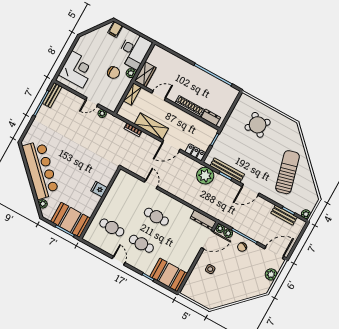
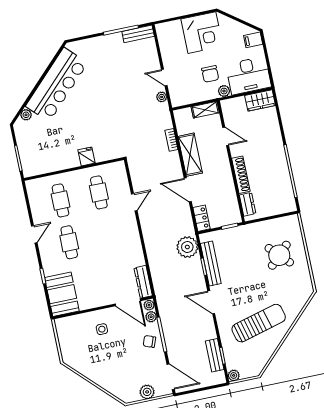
corner desk: (77, 69) -> (202, 33), moved
wardrobe: (145, 74) -> (260, 100), moved
cafe table: (156, 217) -> (99, 192), moved
booth: (70, 220) -> (33, 155), removed

